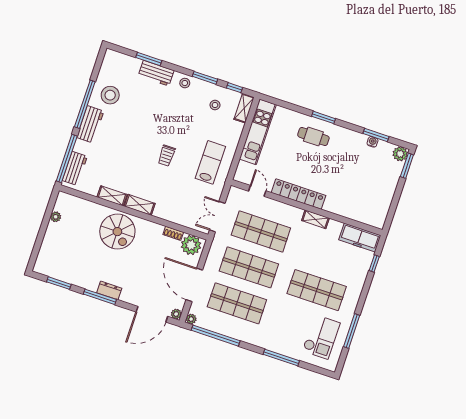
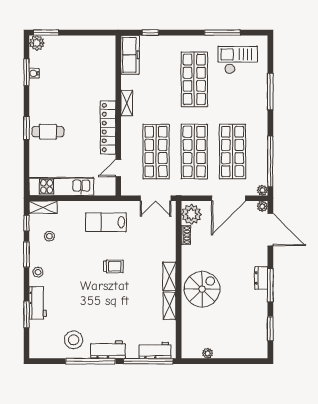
cafe table: (313, 136) -> (48, 132), turned 90

